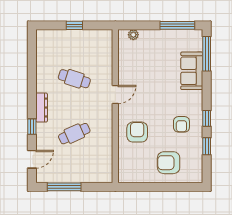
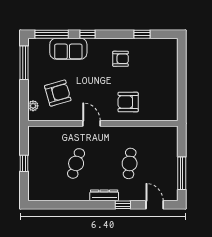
window: (207, 118) -> (88, 34), moved
cafe table: (74, 134) -> (130, 163), turned 30
armchair: (169, 163) -> (58, 93), moved, turned -106

